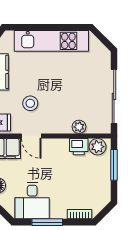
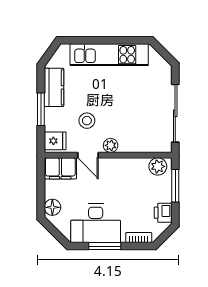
plant: (79, 127) -> (111, 145), moved
printer: (79, 147) -> (163, 213), moved, turned 90
desk: (32, 201) -> (96, 223), width x1.37

